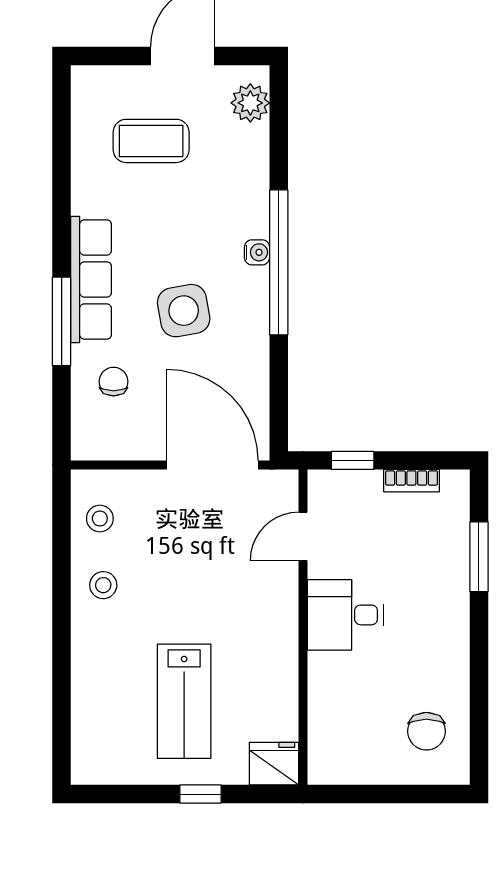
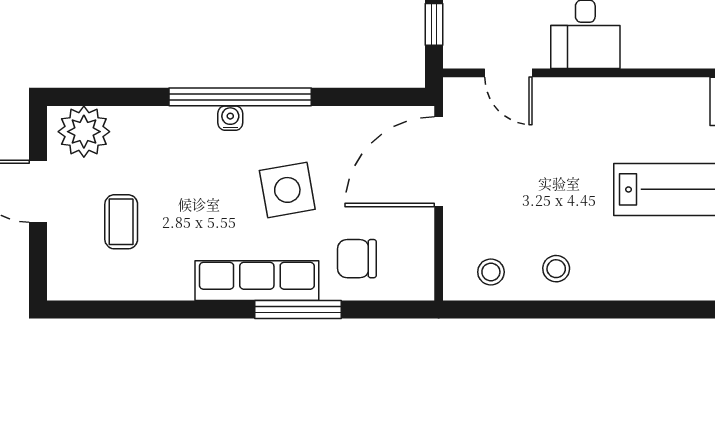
plant: (250, 103) -> (84, 132), width x1.36, depth x1.36
coffee table: (151, 141) -> (121, 222), width x0.73, depth x0.77
chair: (114, 382) -> (357, 259), width x1.37, depth x1.37

